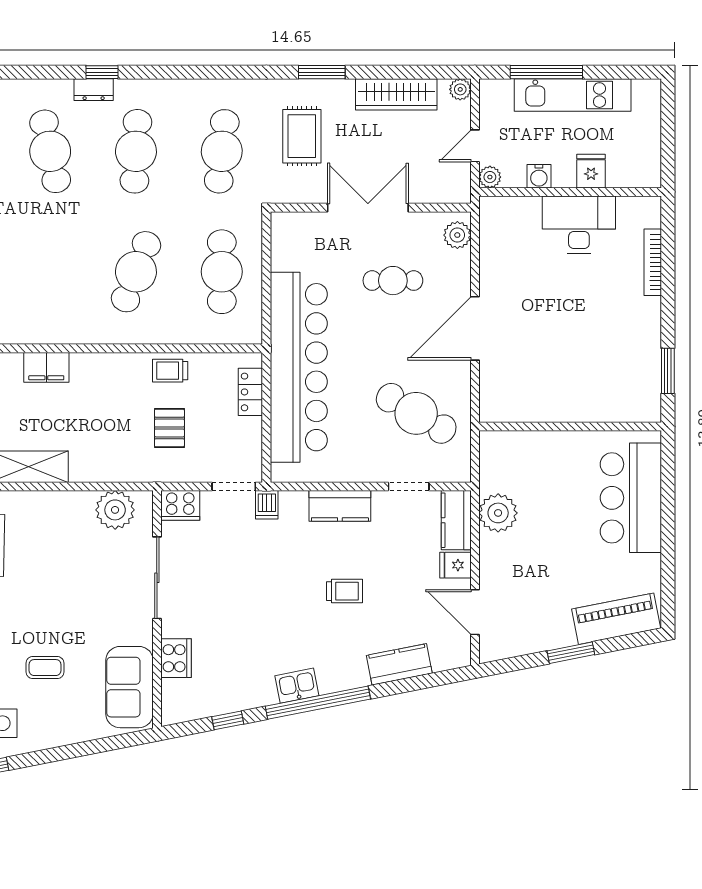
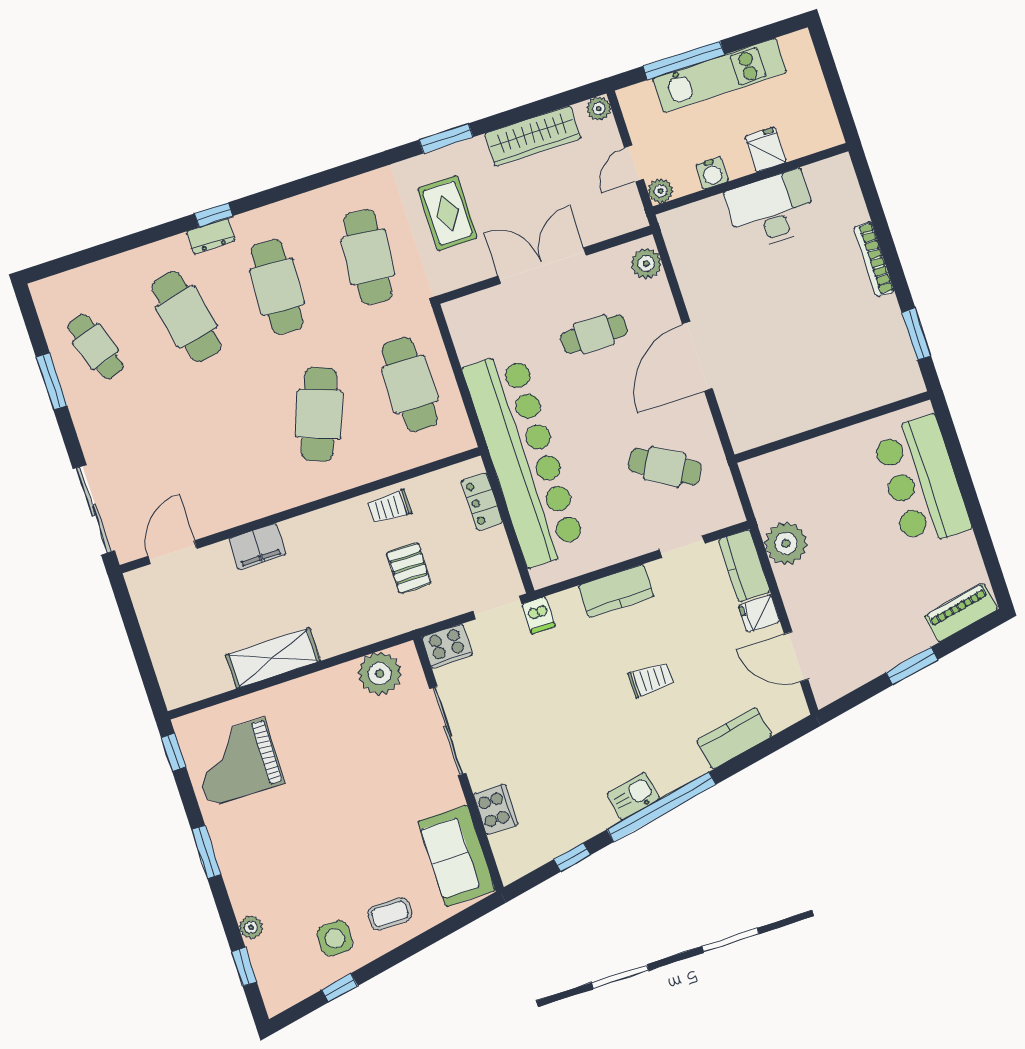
bookcase: (653, 262) -> (874, 259), moved
cafe table: (416, 413) -> (665, 467), width x0.73, depth x0.74
piano: (616, 619) -> (961, 613), width x0.73, depth x0.75
coffee table: (45, 668) -> (390, 914), moved

